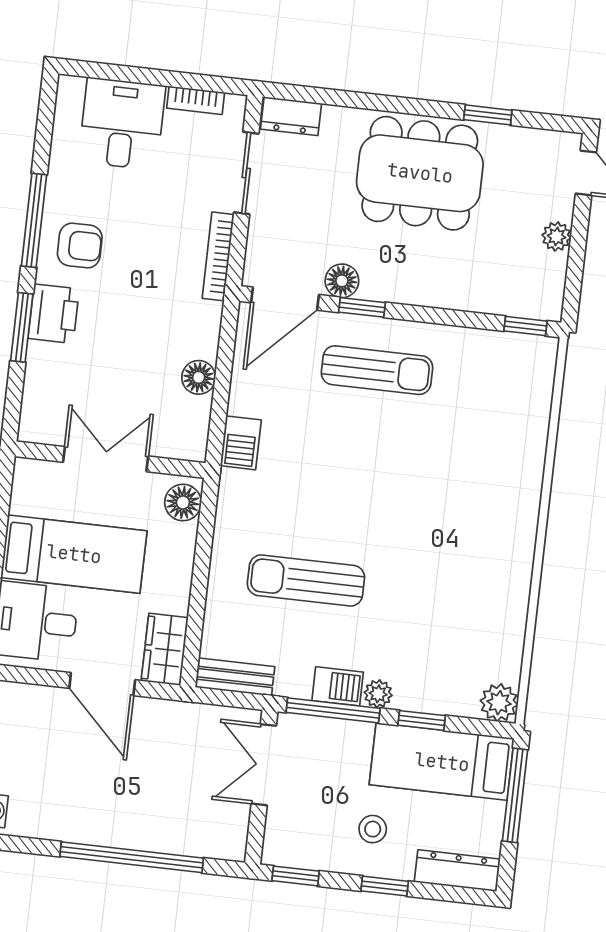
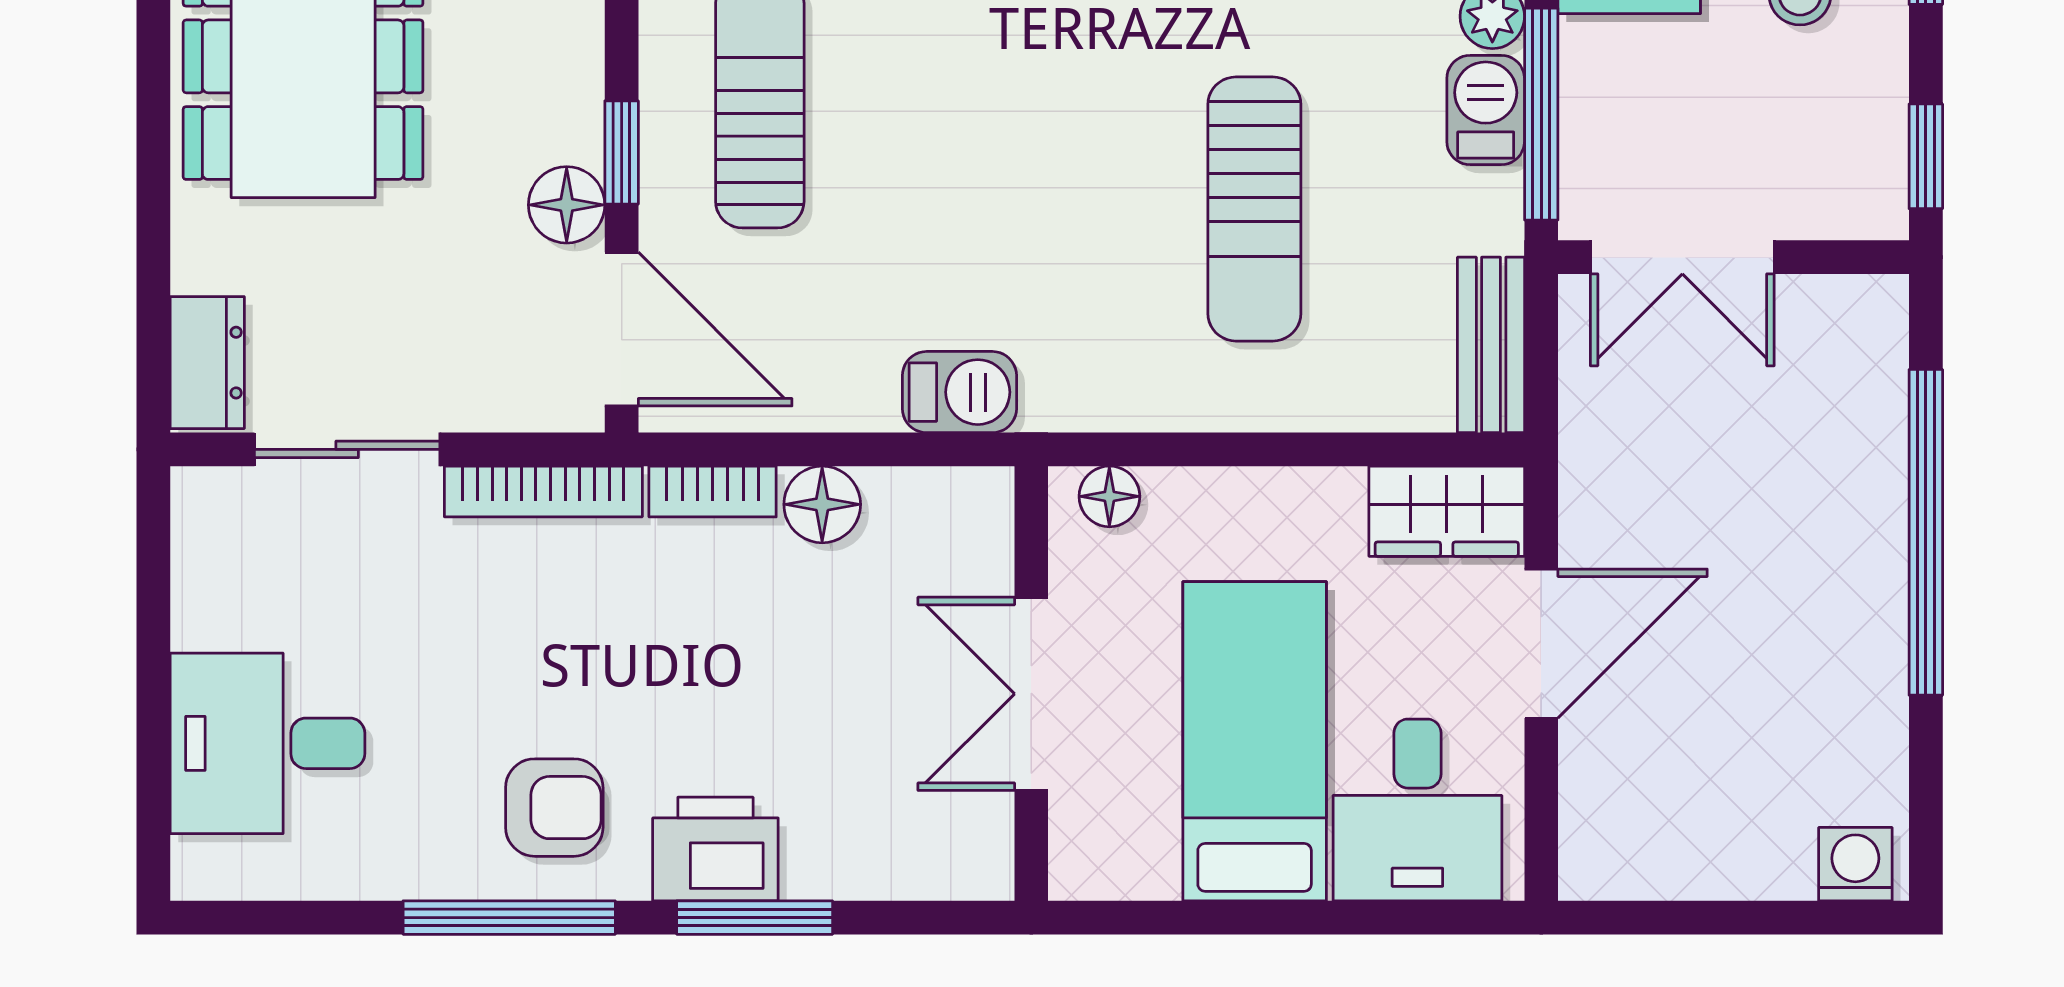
bookcase: (196, 100) -> (713, 492), moved, turned 90
armchair: (80, 246) -> (554, 808), turned 90
floor lamp: (183, 502) -> (1109, 496), width x0.73, depth x0.73

